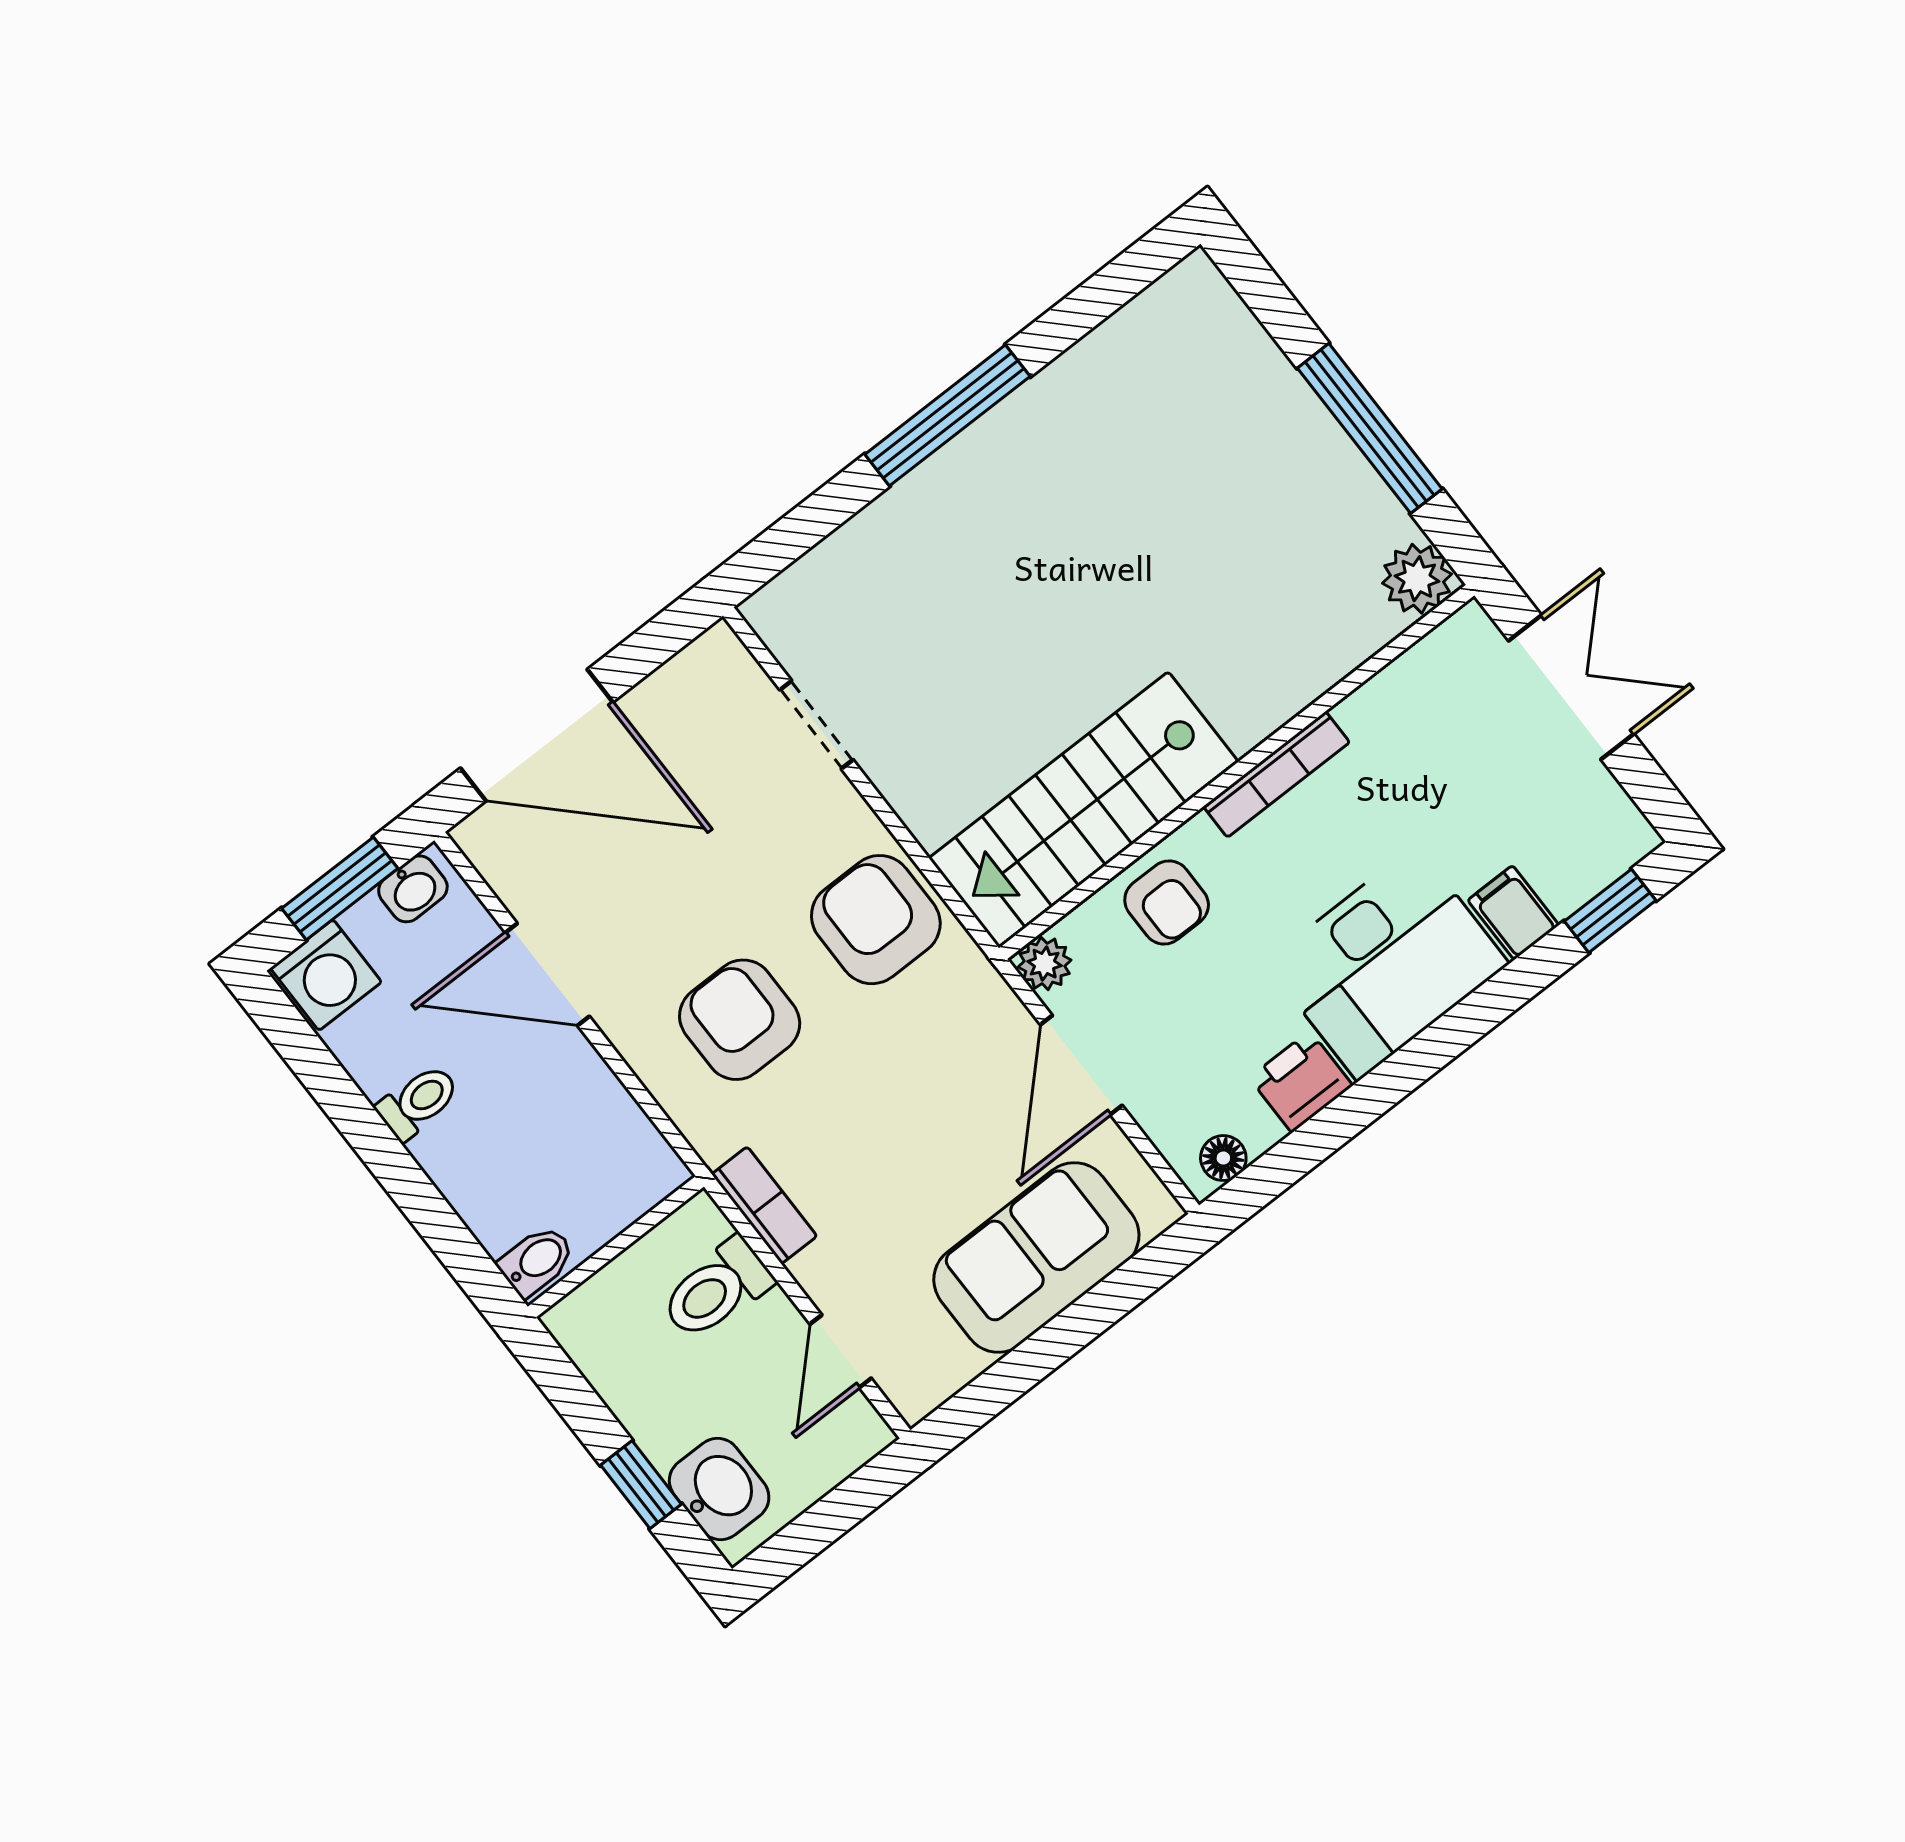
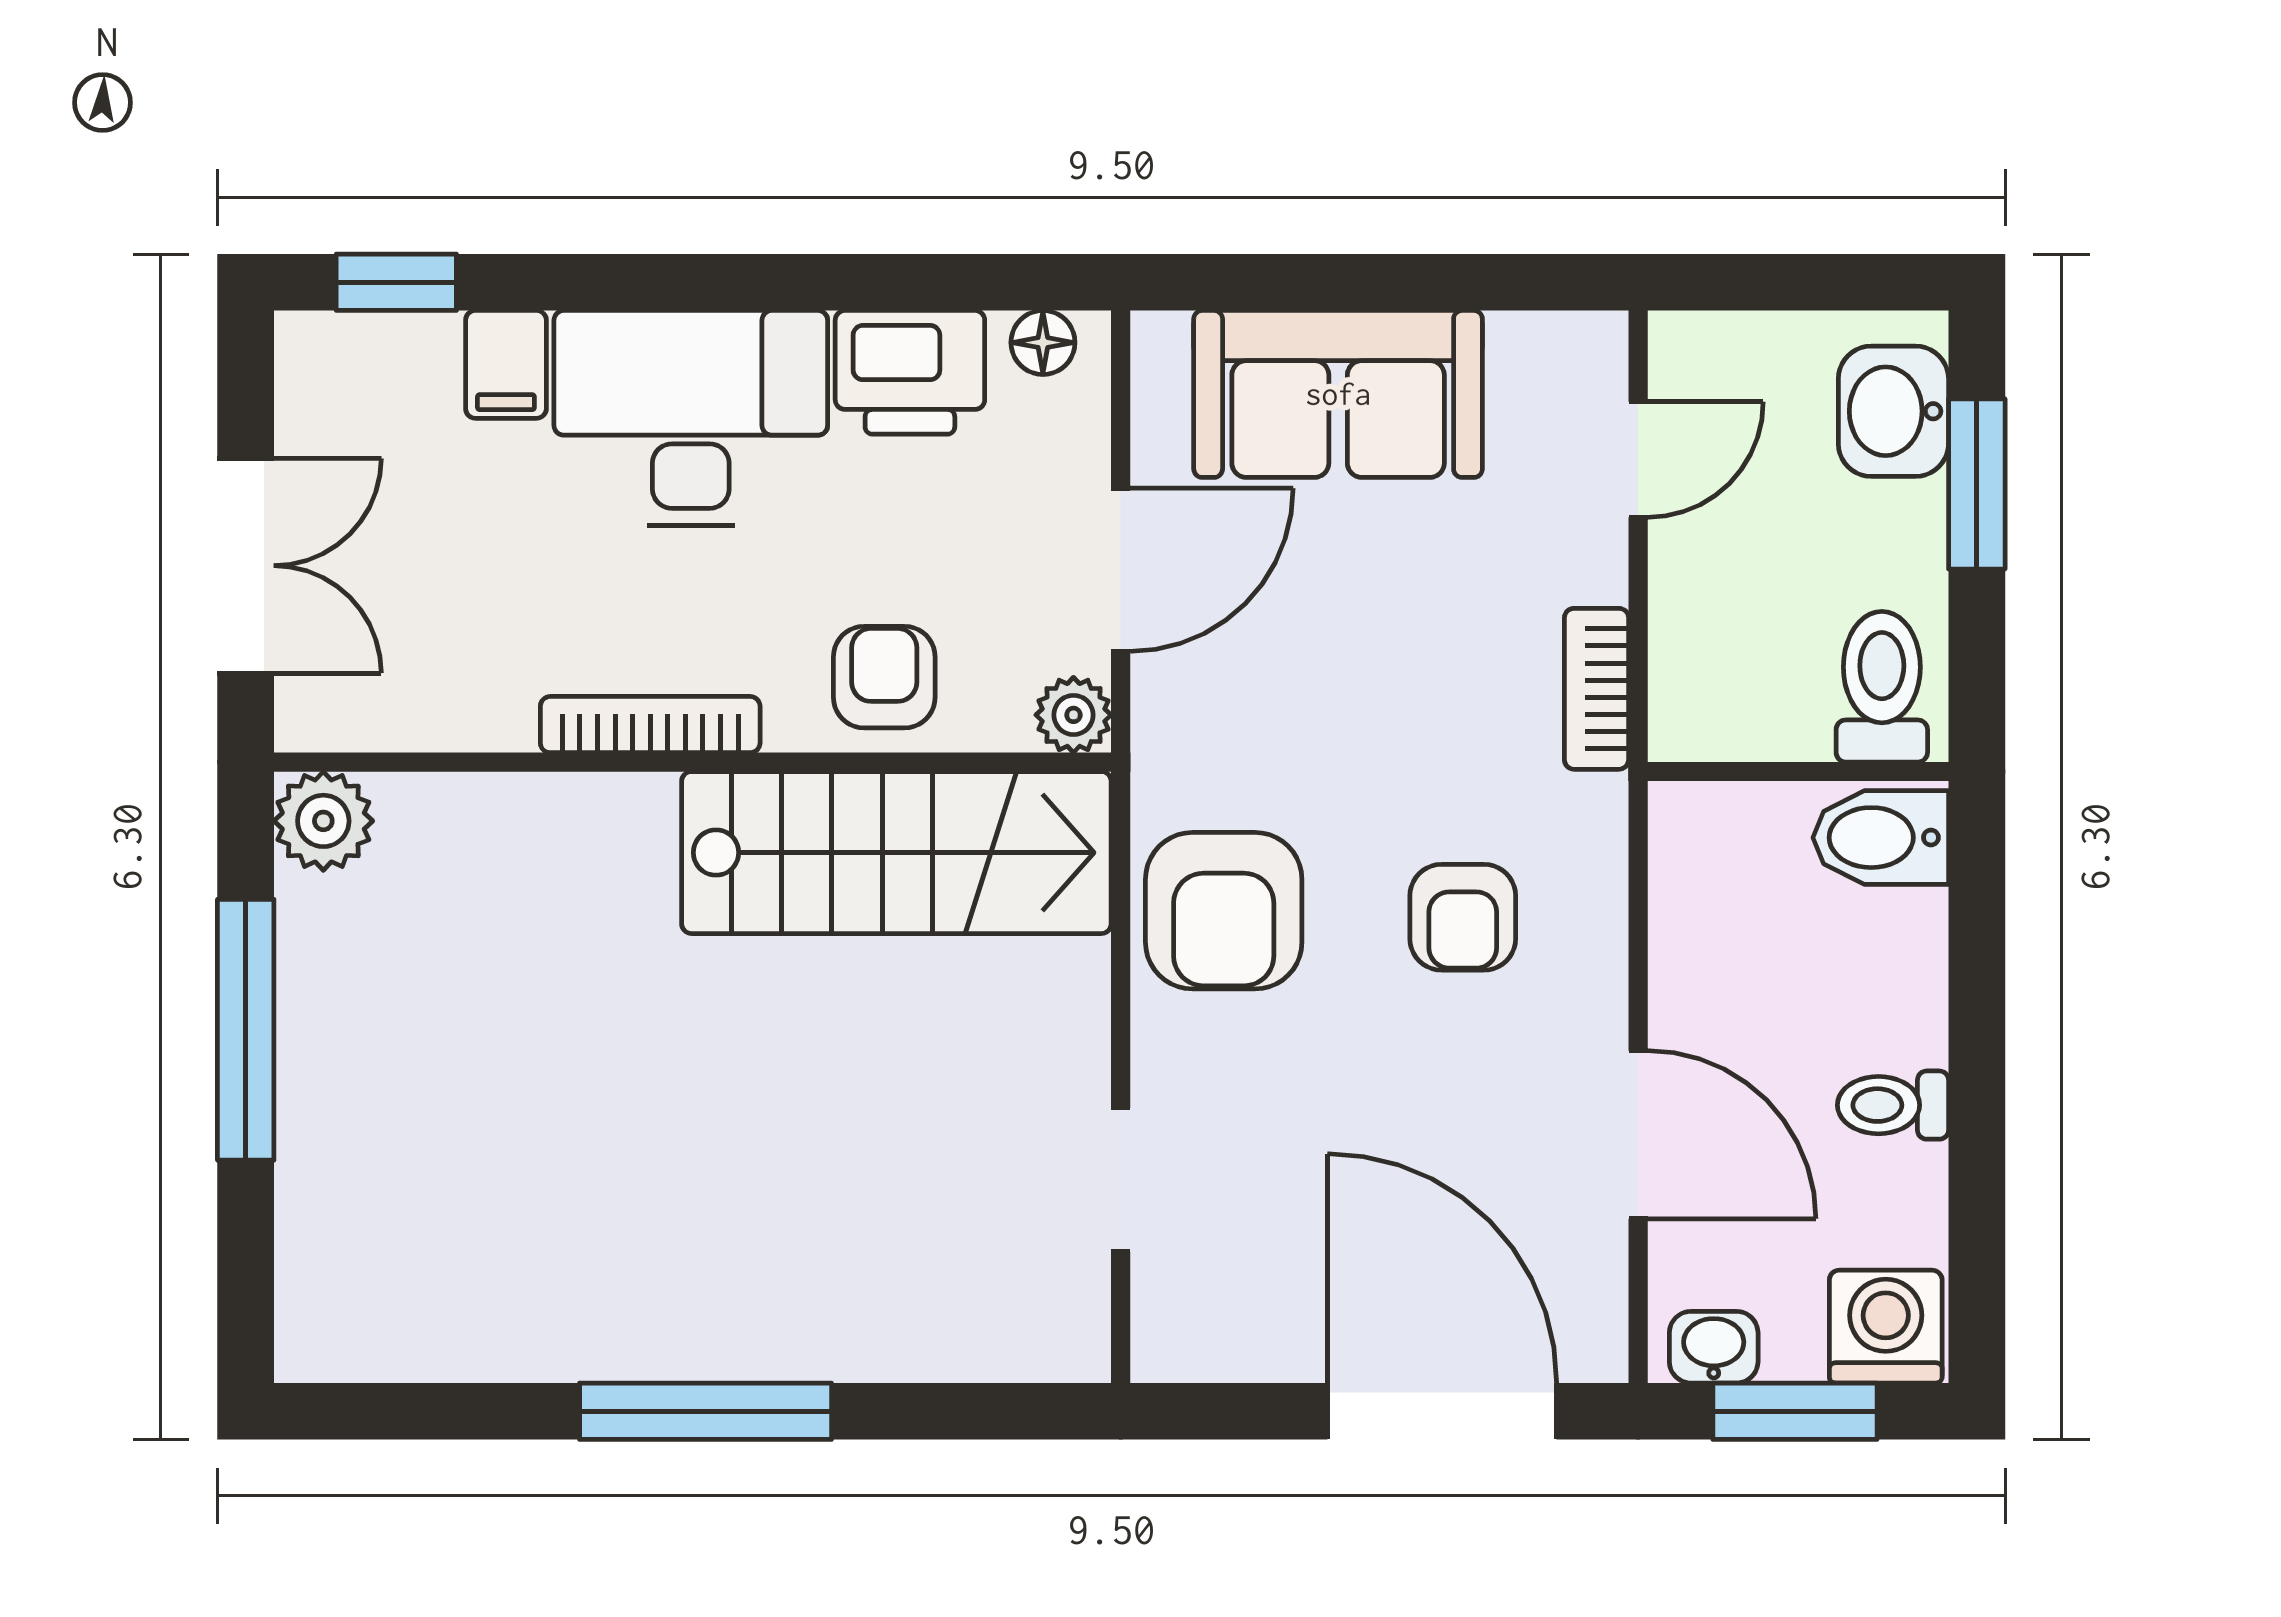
double door: (1571, 687) -> (246, 566), swing flipped
armchair: (740, 1020) -> (1463, 917), width x0.72, depth x0.72
printer: (1301, 1082) -> (910, 372), width x1.36, depth x1.24
bidet: (537, 1261) -> (1881, 838), width x1.38, depth x1.36
toilet: (716, 1289) -> (1882, 687), moved, turned -90
window: (641, 1485) -> (1977, 484), width x1.50

